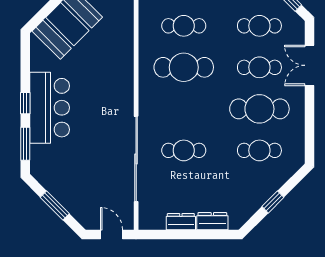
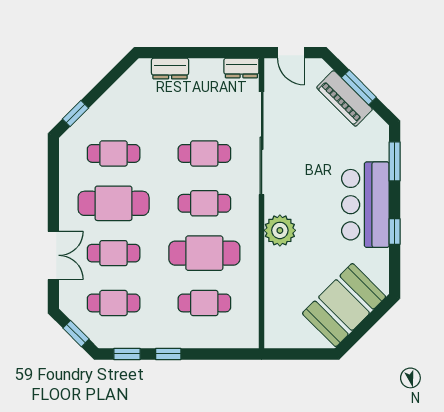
plant: (121, 86) -> (280, 230), added
window: (25, 103) -> (395, 231), moved
cafe table: (184, 109) -> (204, 203), added
piano: (67, 196) -> (345, 98), added
window: (273, 202) -> (75, 114), moved
dresser: (181, 222) -> (241, 68), moved

